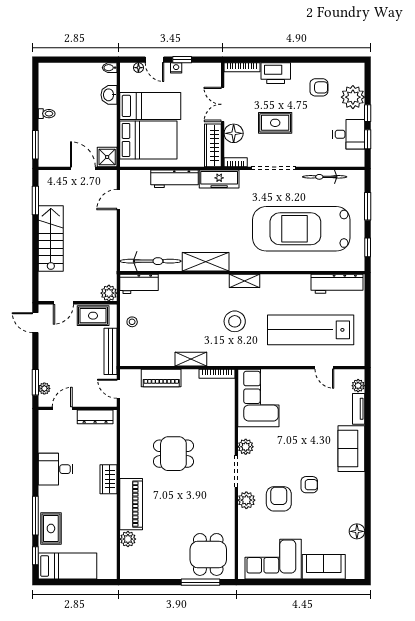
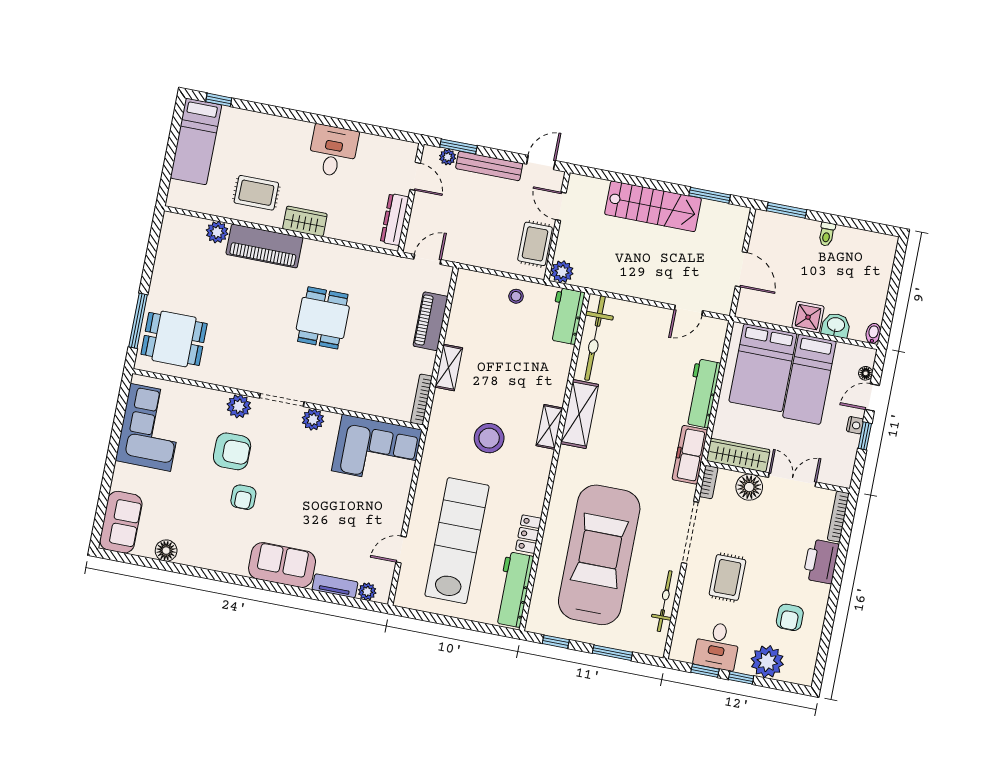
rug: (275, 123) -> (727, 577), moved
shower: (107, 157) -> (808, 317), moved
door: (83, 168) -> (741, 269), hinge flipped
door: (118, 200) -> (689, 310), swing flipped
shelving: (244, 281) -> (549, 427), moved
locker: (296, 281) -> (528, 534), added
bench: (110, 351) -> (489, 166), moved
window: (35, 516) -> (274, 111), removed
rug: (51, 528) -> (256, 193), moved
sofa: (324, 567) -> (121, 522), moved

